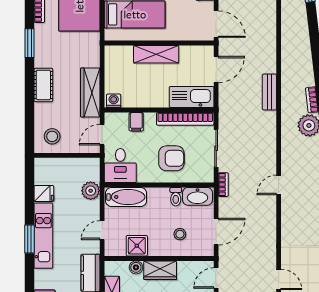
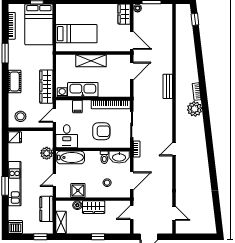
kitchen sink: (192, 97) -> (83, 90), moved
fridge: (44, 193) -> (15, 137), moved

